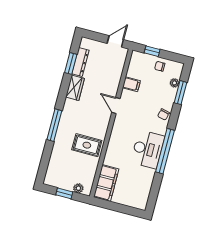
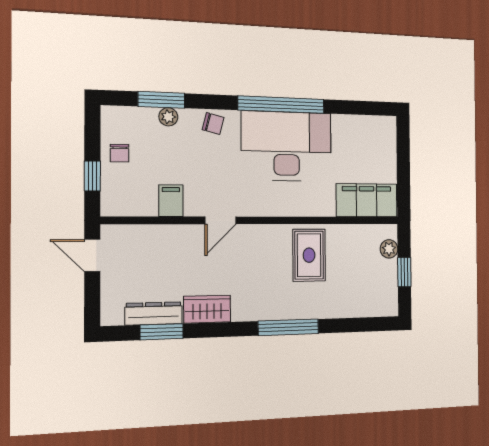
plant: (174, 83) -> (168, 117), moved
desk: (148, 149) -> (287, 146), width x1.36, depth x1.30

